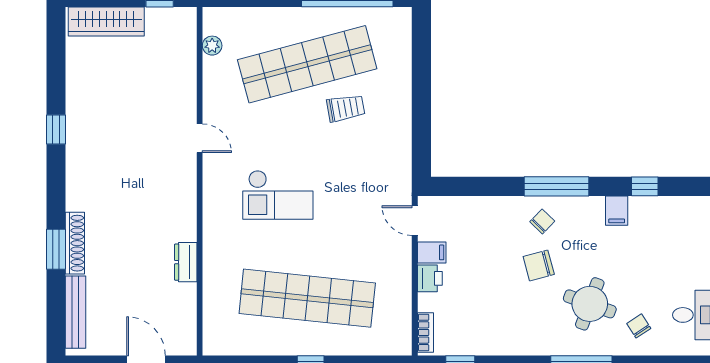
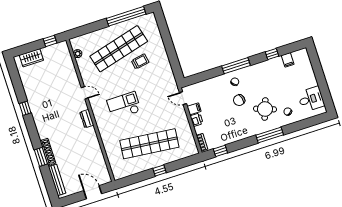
wardrobe: (106, 21) -> (31, 58), width x0.67
checkout: (278, 195) -> (124, 106), turned 180
filing cabinet: (617, 211) -> (288, 60), moved
dresser: (186, 262) -> (87, 119), moved

